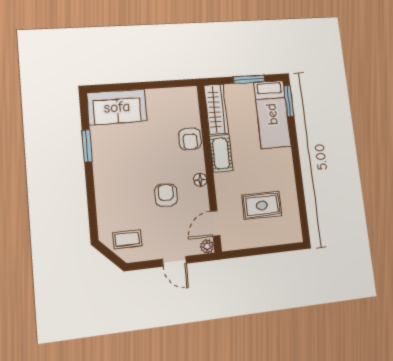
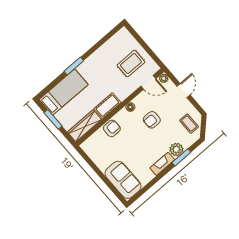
window: (289, 101) -> (74, 66), moved
window: (87, 146) -> (181, 157), moved
fireplace: (101, 169) -> (162, 164), added
plant: (106, 200) -> (176, 149), added
rug: (262, 205) -> (131, 64), moved, turned 90

